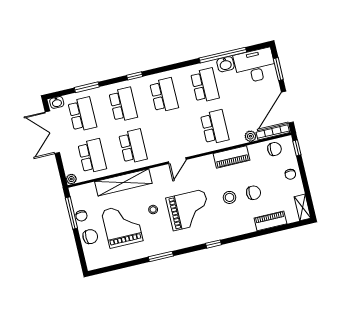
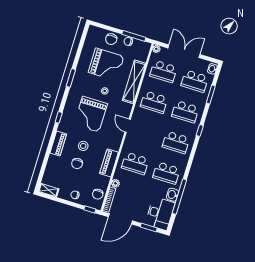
door: (287, 107) -> (120, 219), swing flipped
double door: (52, 132) -> (184, 51), moved
piano: (270, 221) -> (58, 143), moved

